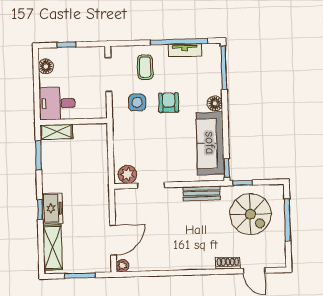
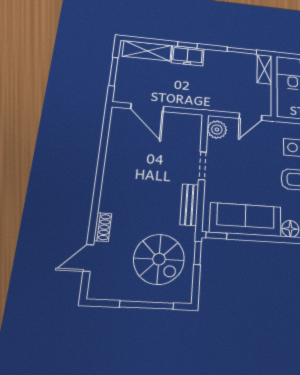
door: (110, 144) -> (250, 117), added
doorway: (151, 185) -> (202, 166), moved
spiral stairs: (250, 214) -> (159, 259), turned -90
plant: (122, 266) -> (118, 113), removed

